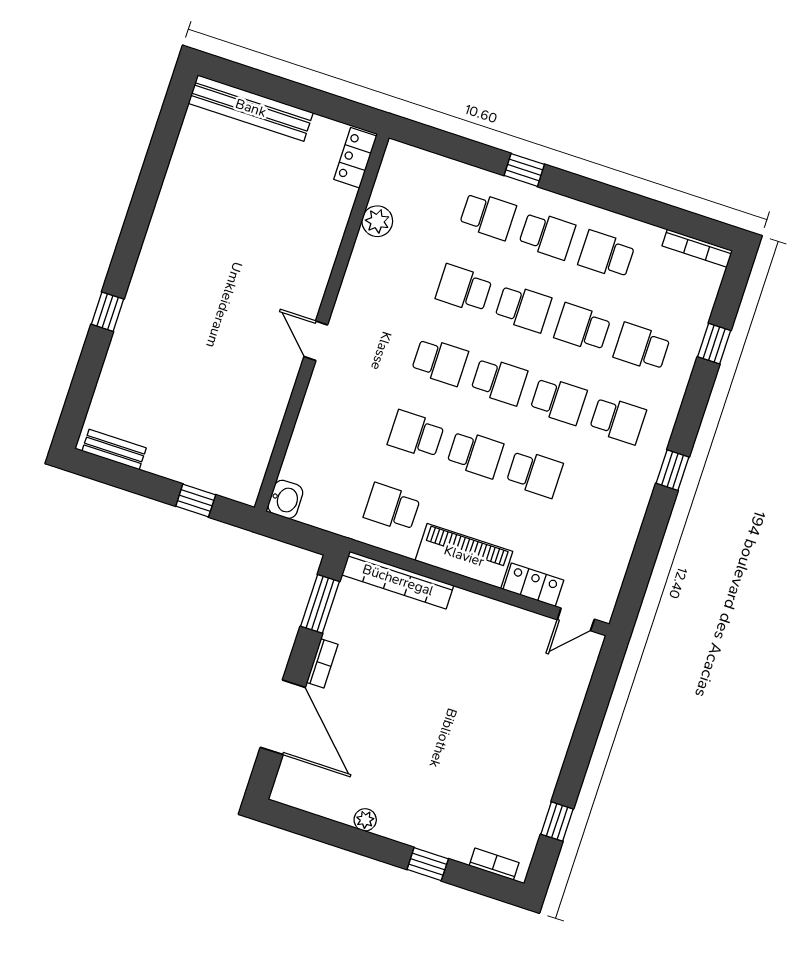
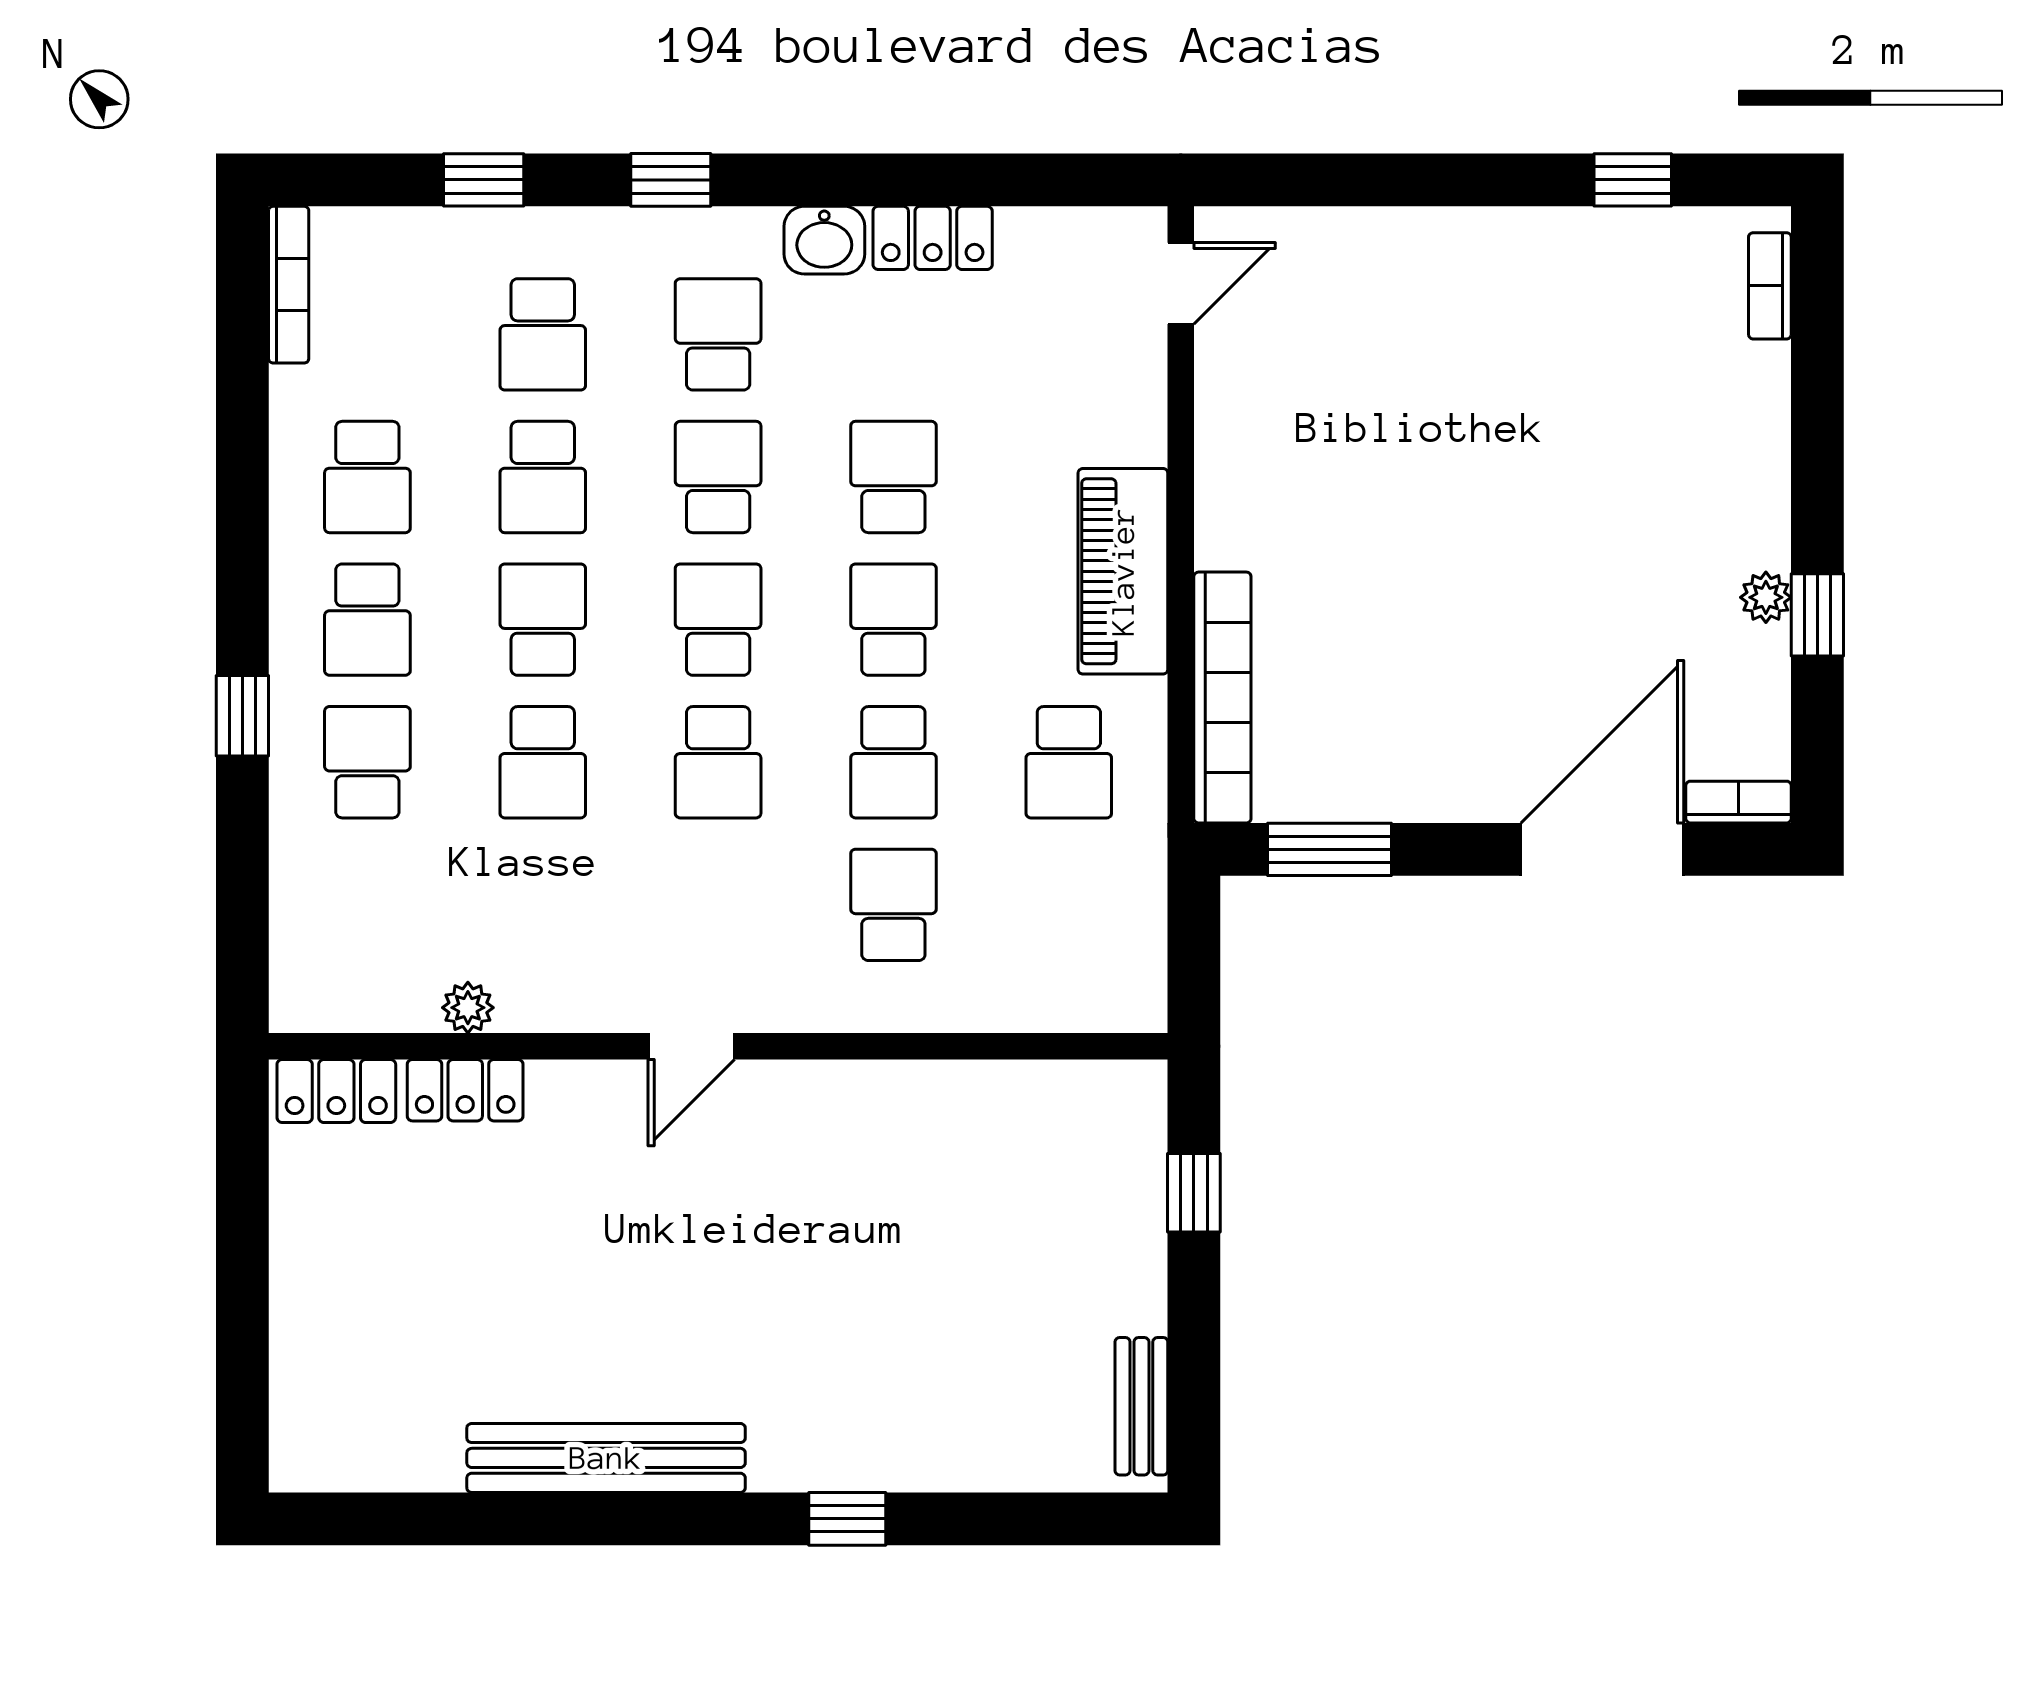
bench: (251, 108) -> (606, 1458), moved, turned 90
locker: (338, 211) -> (465, 1090), added
plant: (377, 221) -> (468, 1008), width x0.73, depth x0.73
school desk: (547, 235) -> (367, 620), turned 180
door: (316, 341) -> (691, 1046), moved
school desk: (440, 361) -> (718, 762), turned 180
school desk: (357, 415) -> (893, 905), added
window: (673, 470) -> (671, 180), moved
washbasin: (285, 499) -> (824, 240), moved, turned 180
locker: (533, 585) -> (933, 238), moved, turned -90
door: (576, 619) -> (1181, 283), hinge flipped
bookcase: (322, 663) -> (1738, 802), moved
window: (428, 864) -> (1817, 615), moved

